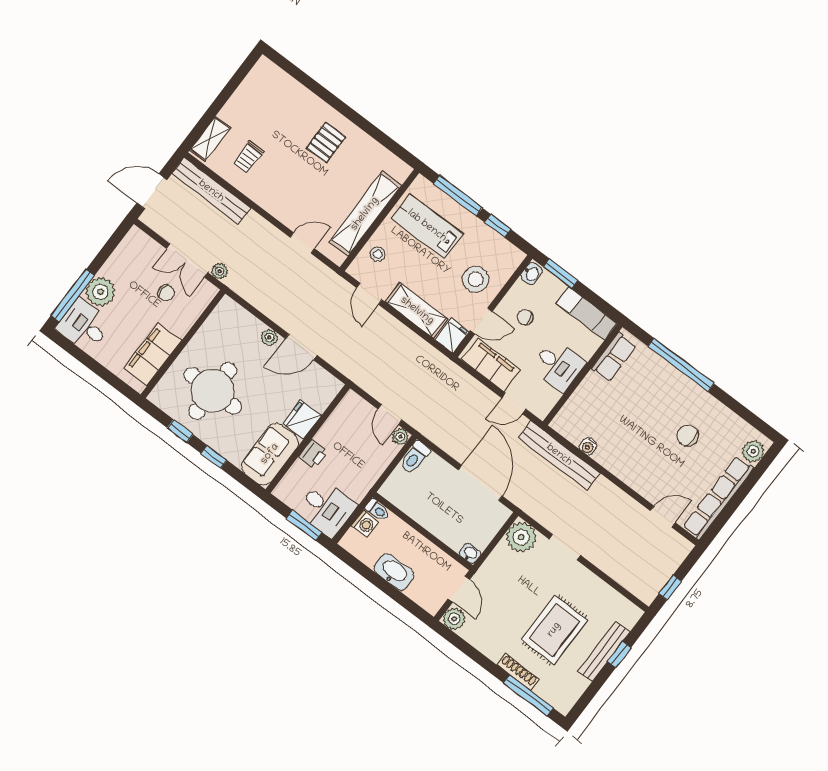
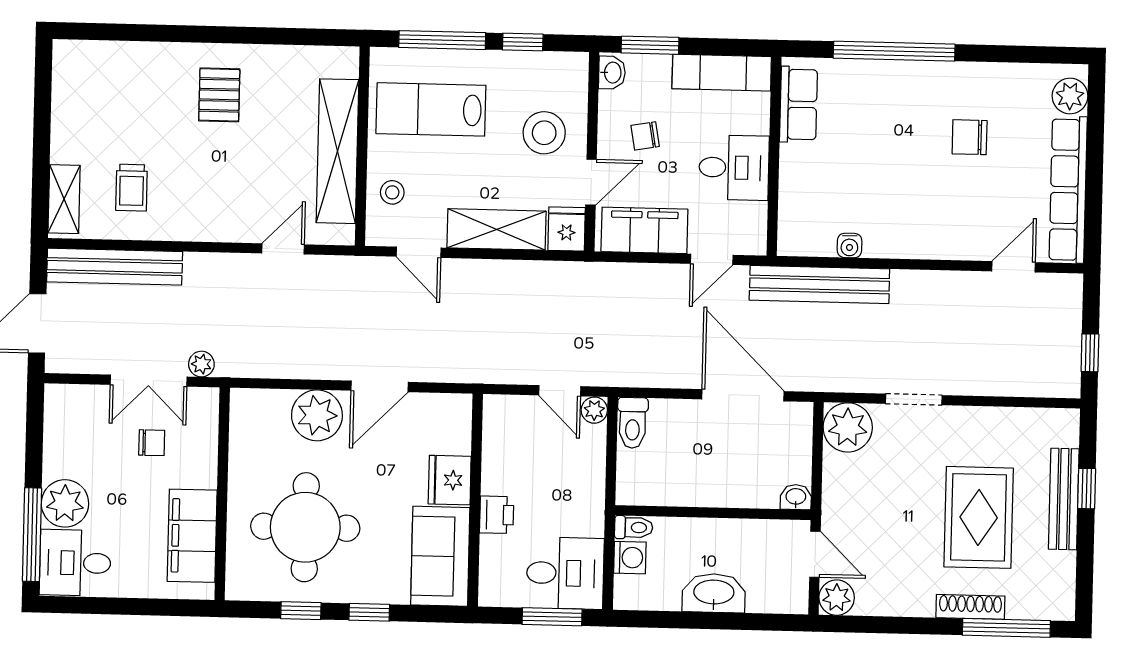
plant: (269, 337) -> (317, 415), width x1.87, depth x1.87

